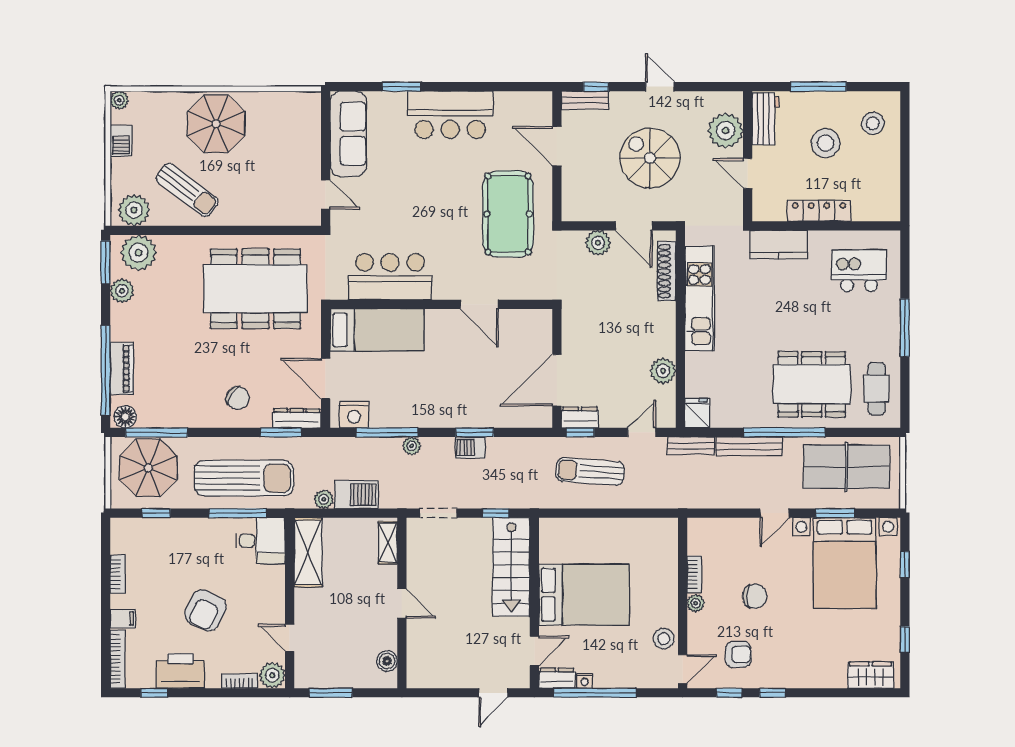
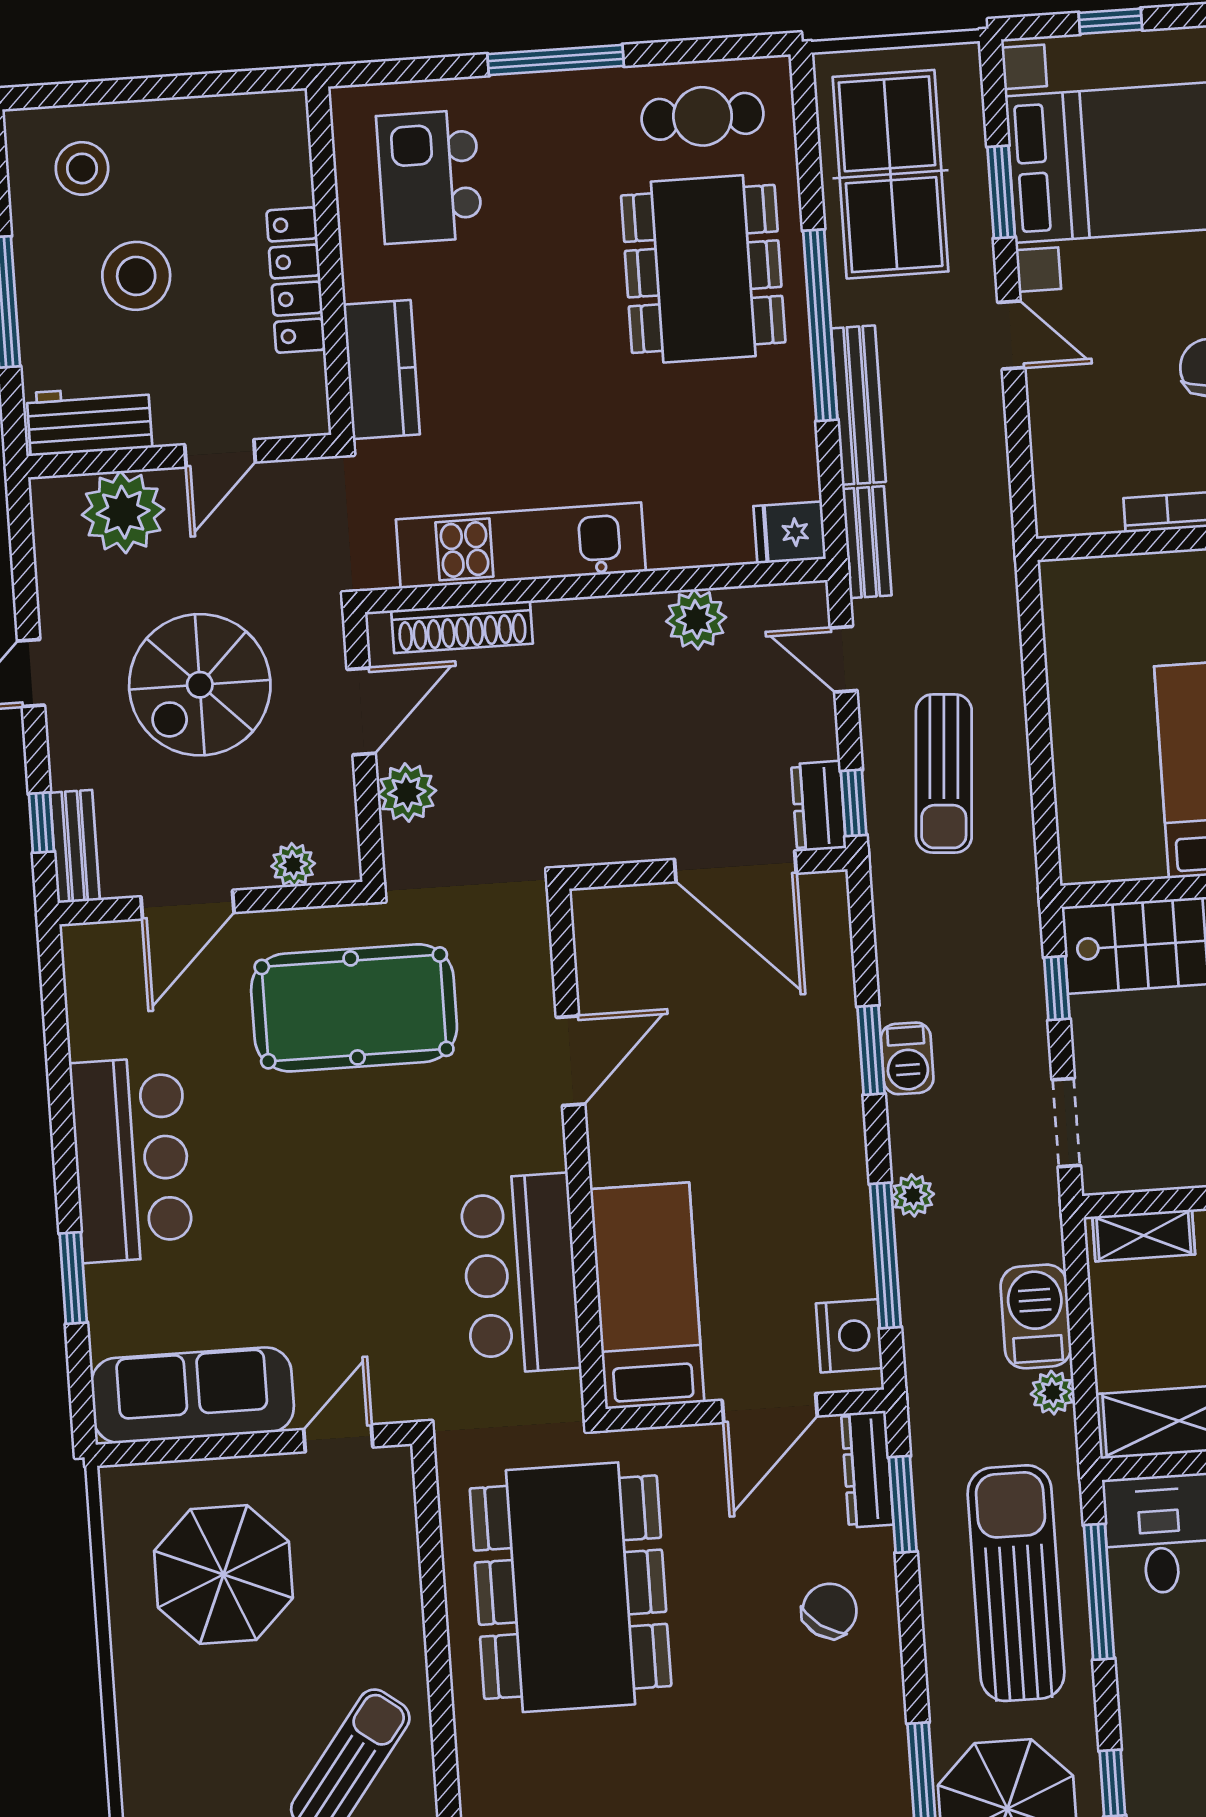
parasol: (216, 124) -> (223, 1574), moved
plant: (571, 192) -> (293, 865), added

